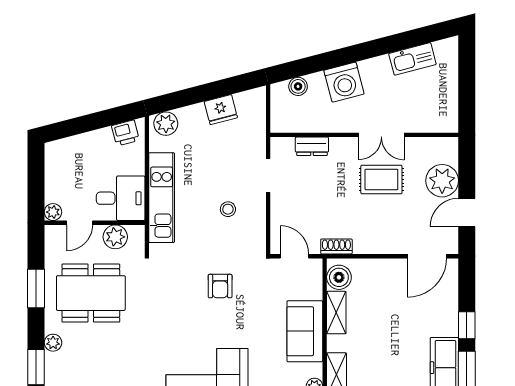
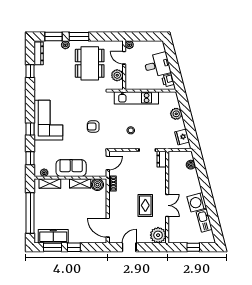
washing machine: (344, 82) -> (197, 202), moved
window: (467, 82) -> (193, 247), added
fridge: (221, 110) -> (182, 137), moved
plant: (166, 124) -> (176, 114), moved
double door: (381, 135) -> (167, 205), swing flipped
dresser: (312, 146) -> (162, 159), moved
plant: (442, 181) -> (158, 235), moved
desk: (121, 198) -> (157, 65), moved, turned -105
door: (467, 213) -> (129, 247), hinge flipped
window: (36, 289) -> (79, 36), moved

